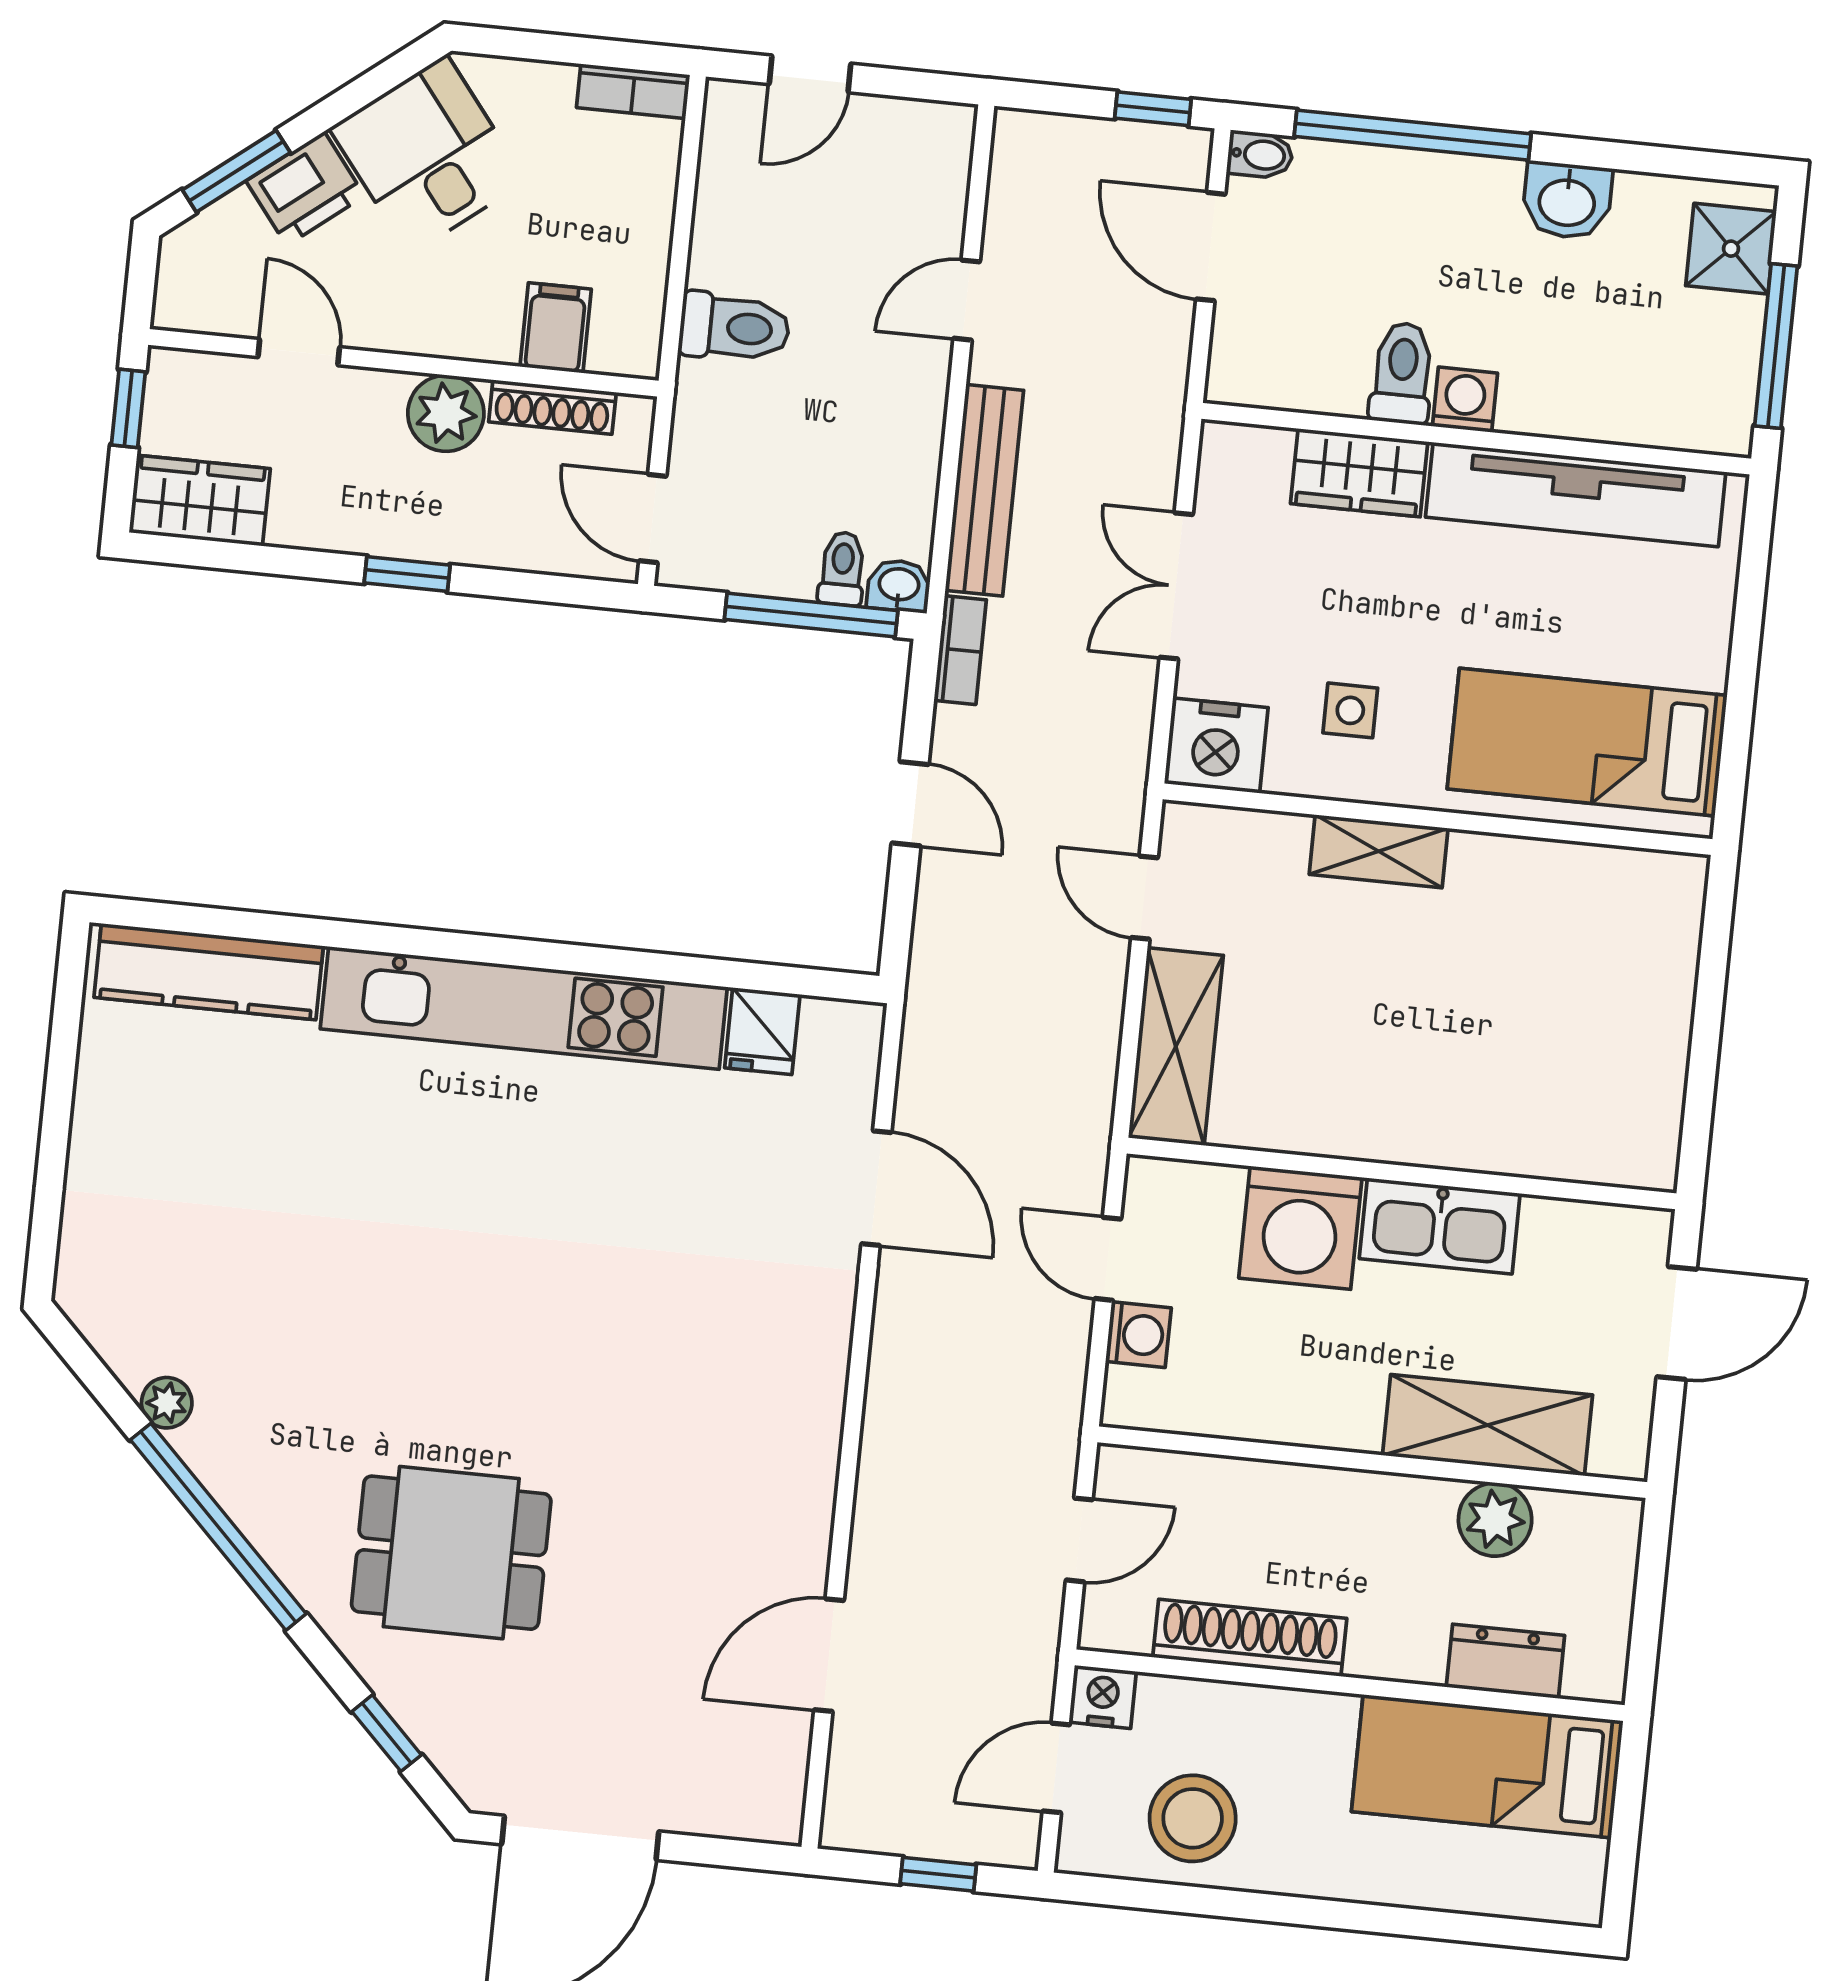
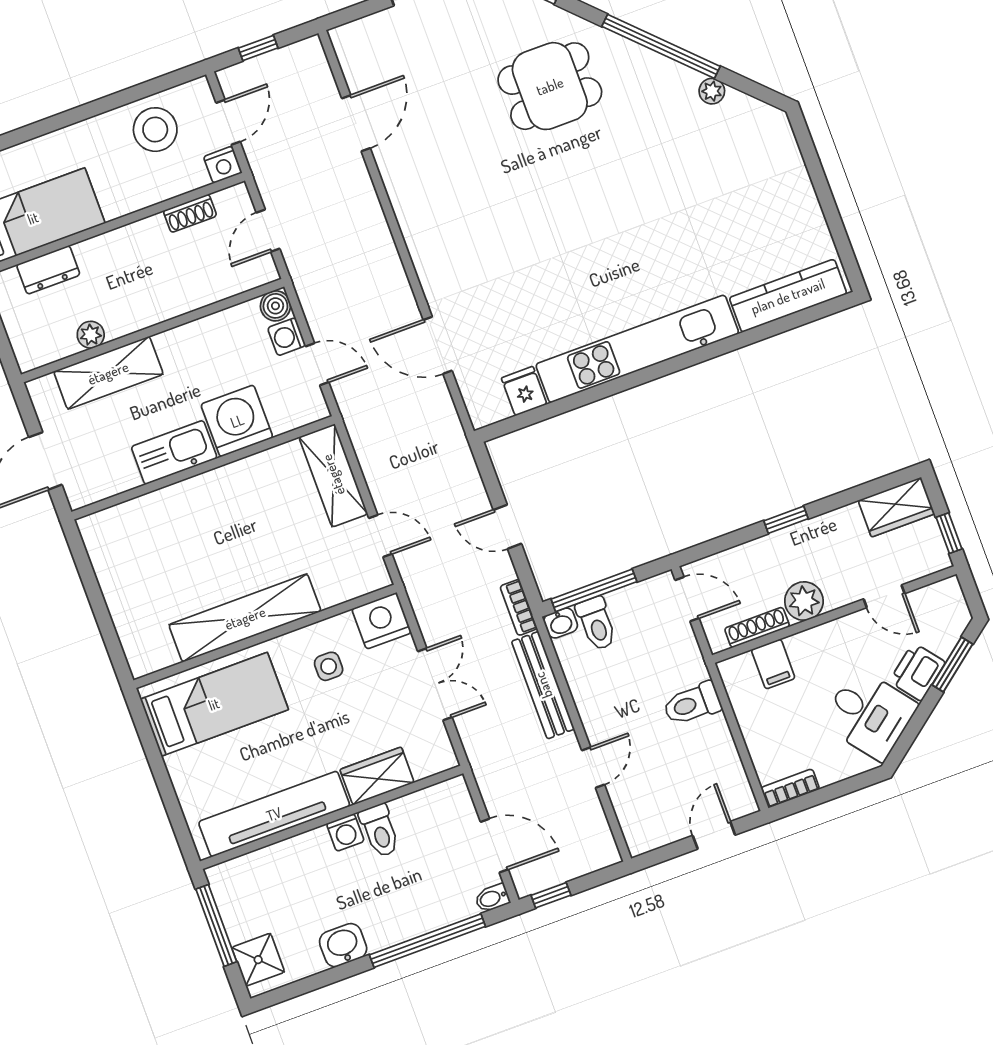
toilet: (842, 569) -> (596, 623), width x1.37, depth x1.39
shelving: (1379, 851) -> (245, 618), width x2.20, depth x1.33
boiler: (1132, 1399) -> (275, 306), added
plant: (1495, 1520) -> (91, 335), width x0.73, depth x0.73
shoe rack: (1250, 1638) -> (190, 213), width x0.51, depth x0.81

